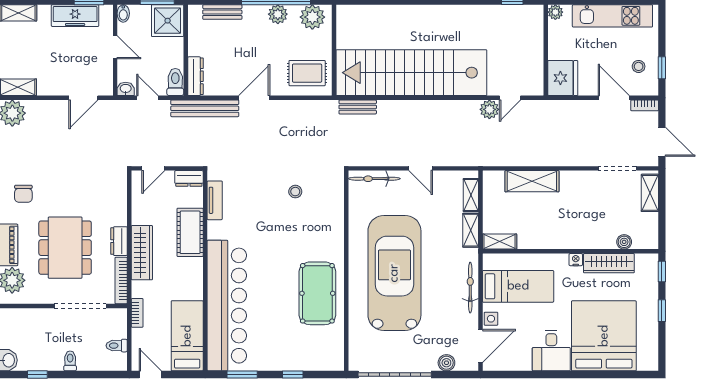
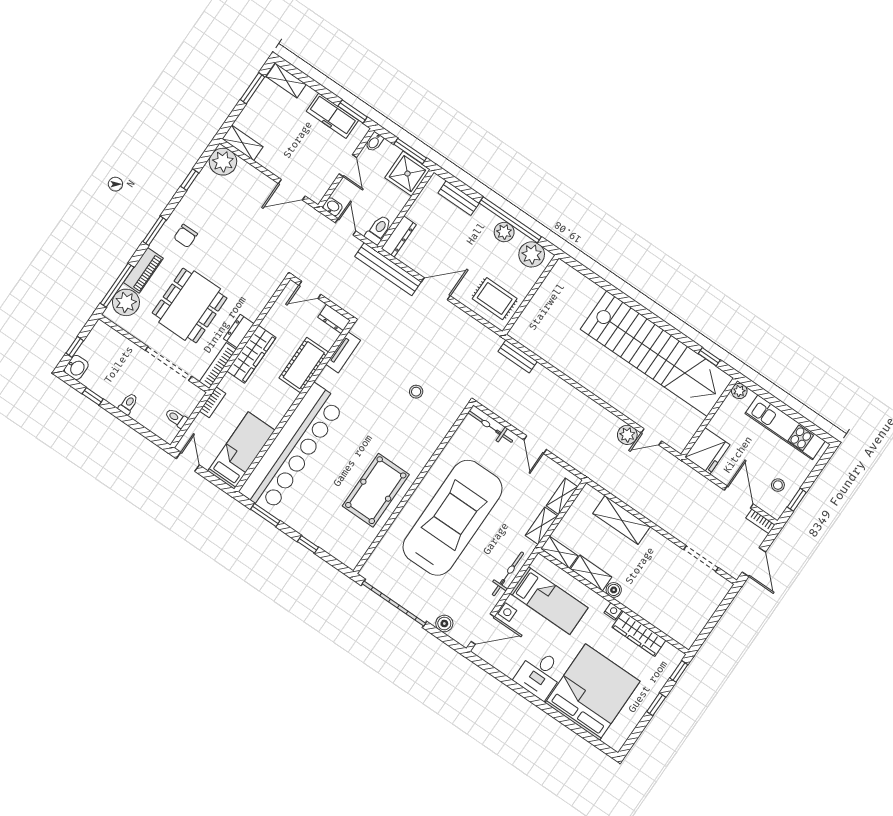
stairs: (411, 73) -> (657, 354), moved, turned 180
shelving: (650, 193) -> (591, 573), moved, turned 90
boiler: (624, 242) -> (614, 590), moved

